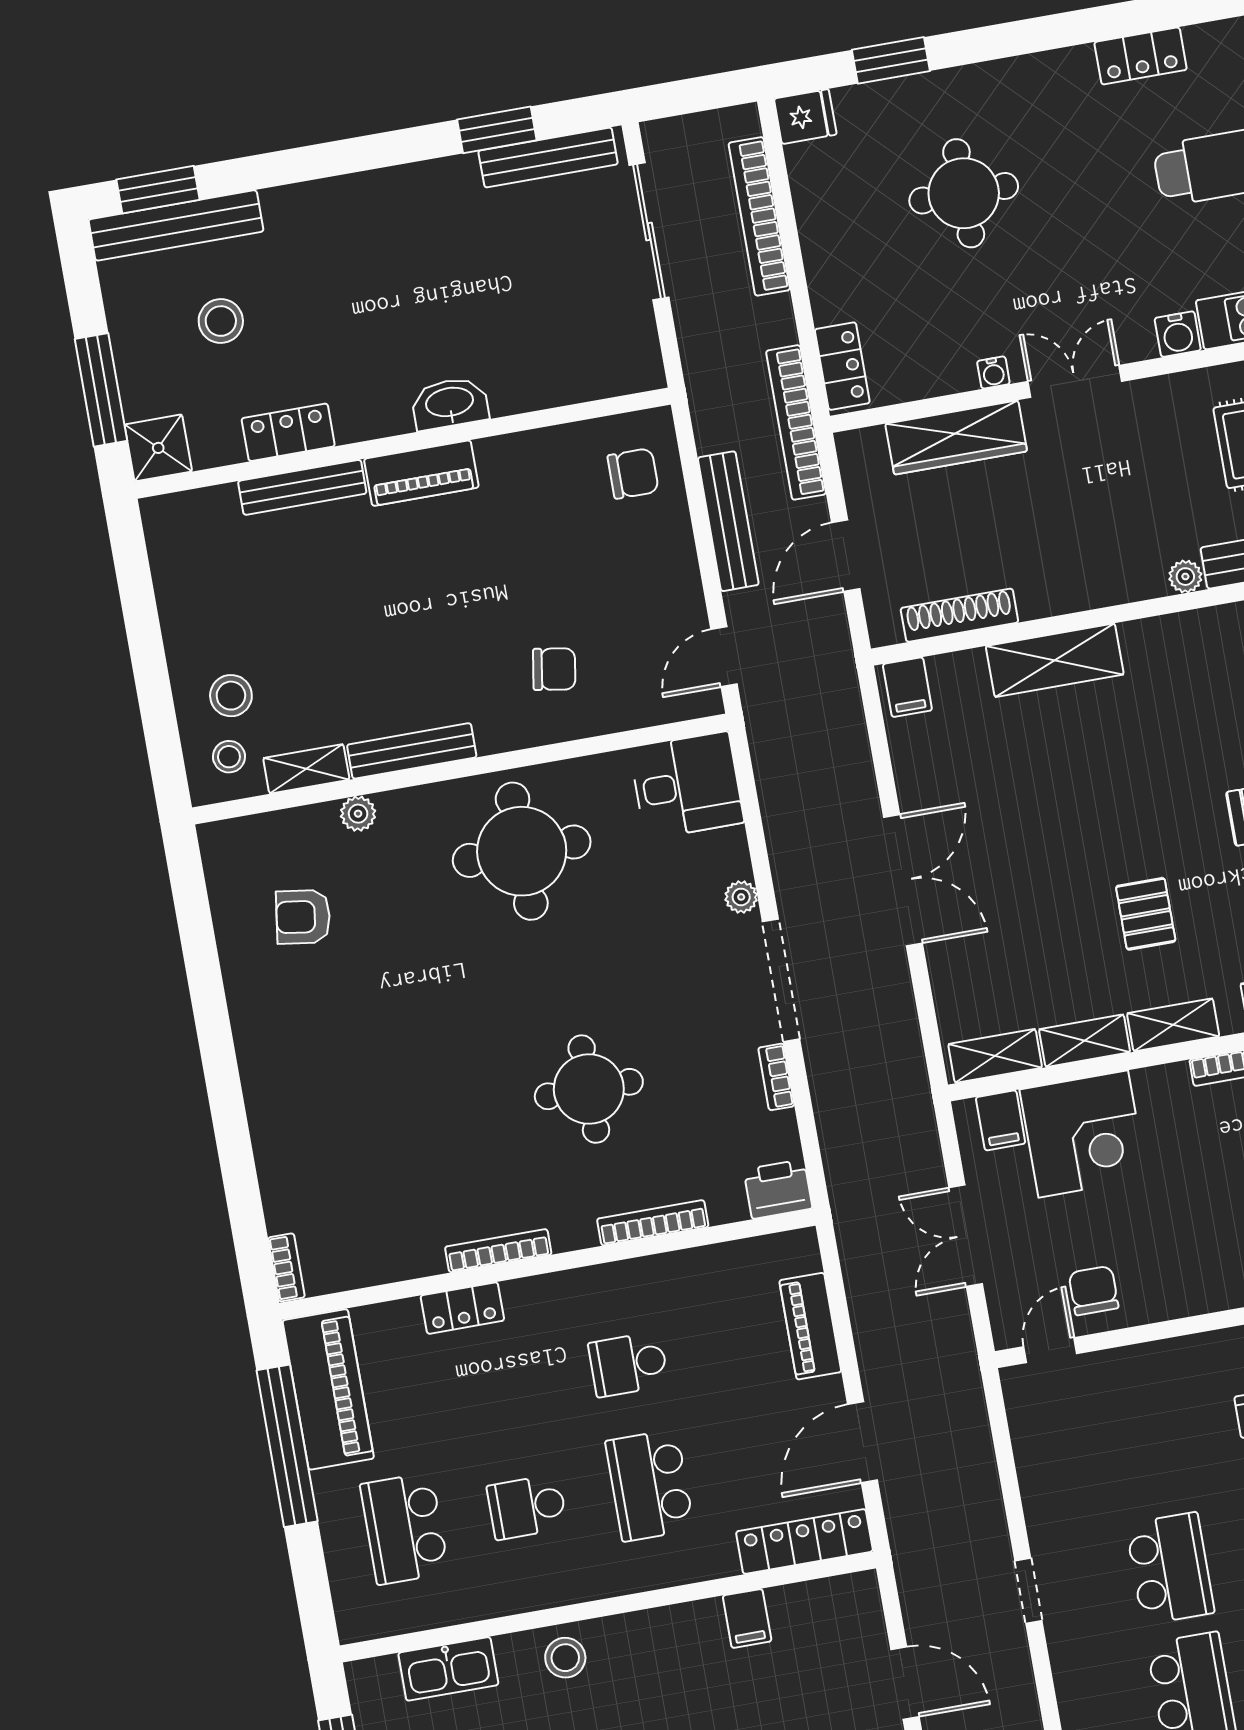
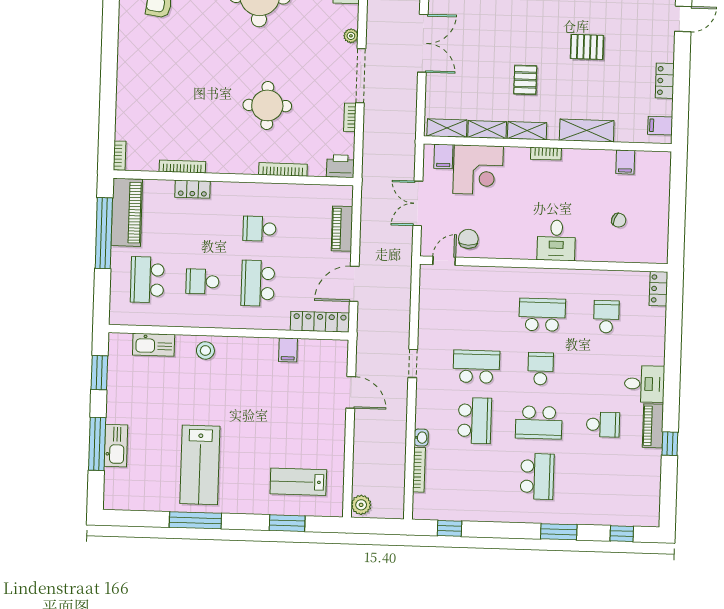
bookcase: (498, 1251) -> (182, 167), moved
school desk: (1170, 1568) -> (476, 367), turned -90

